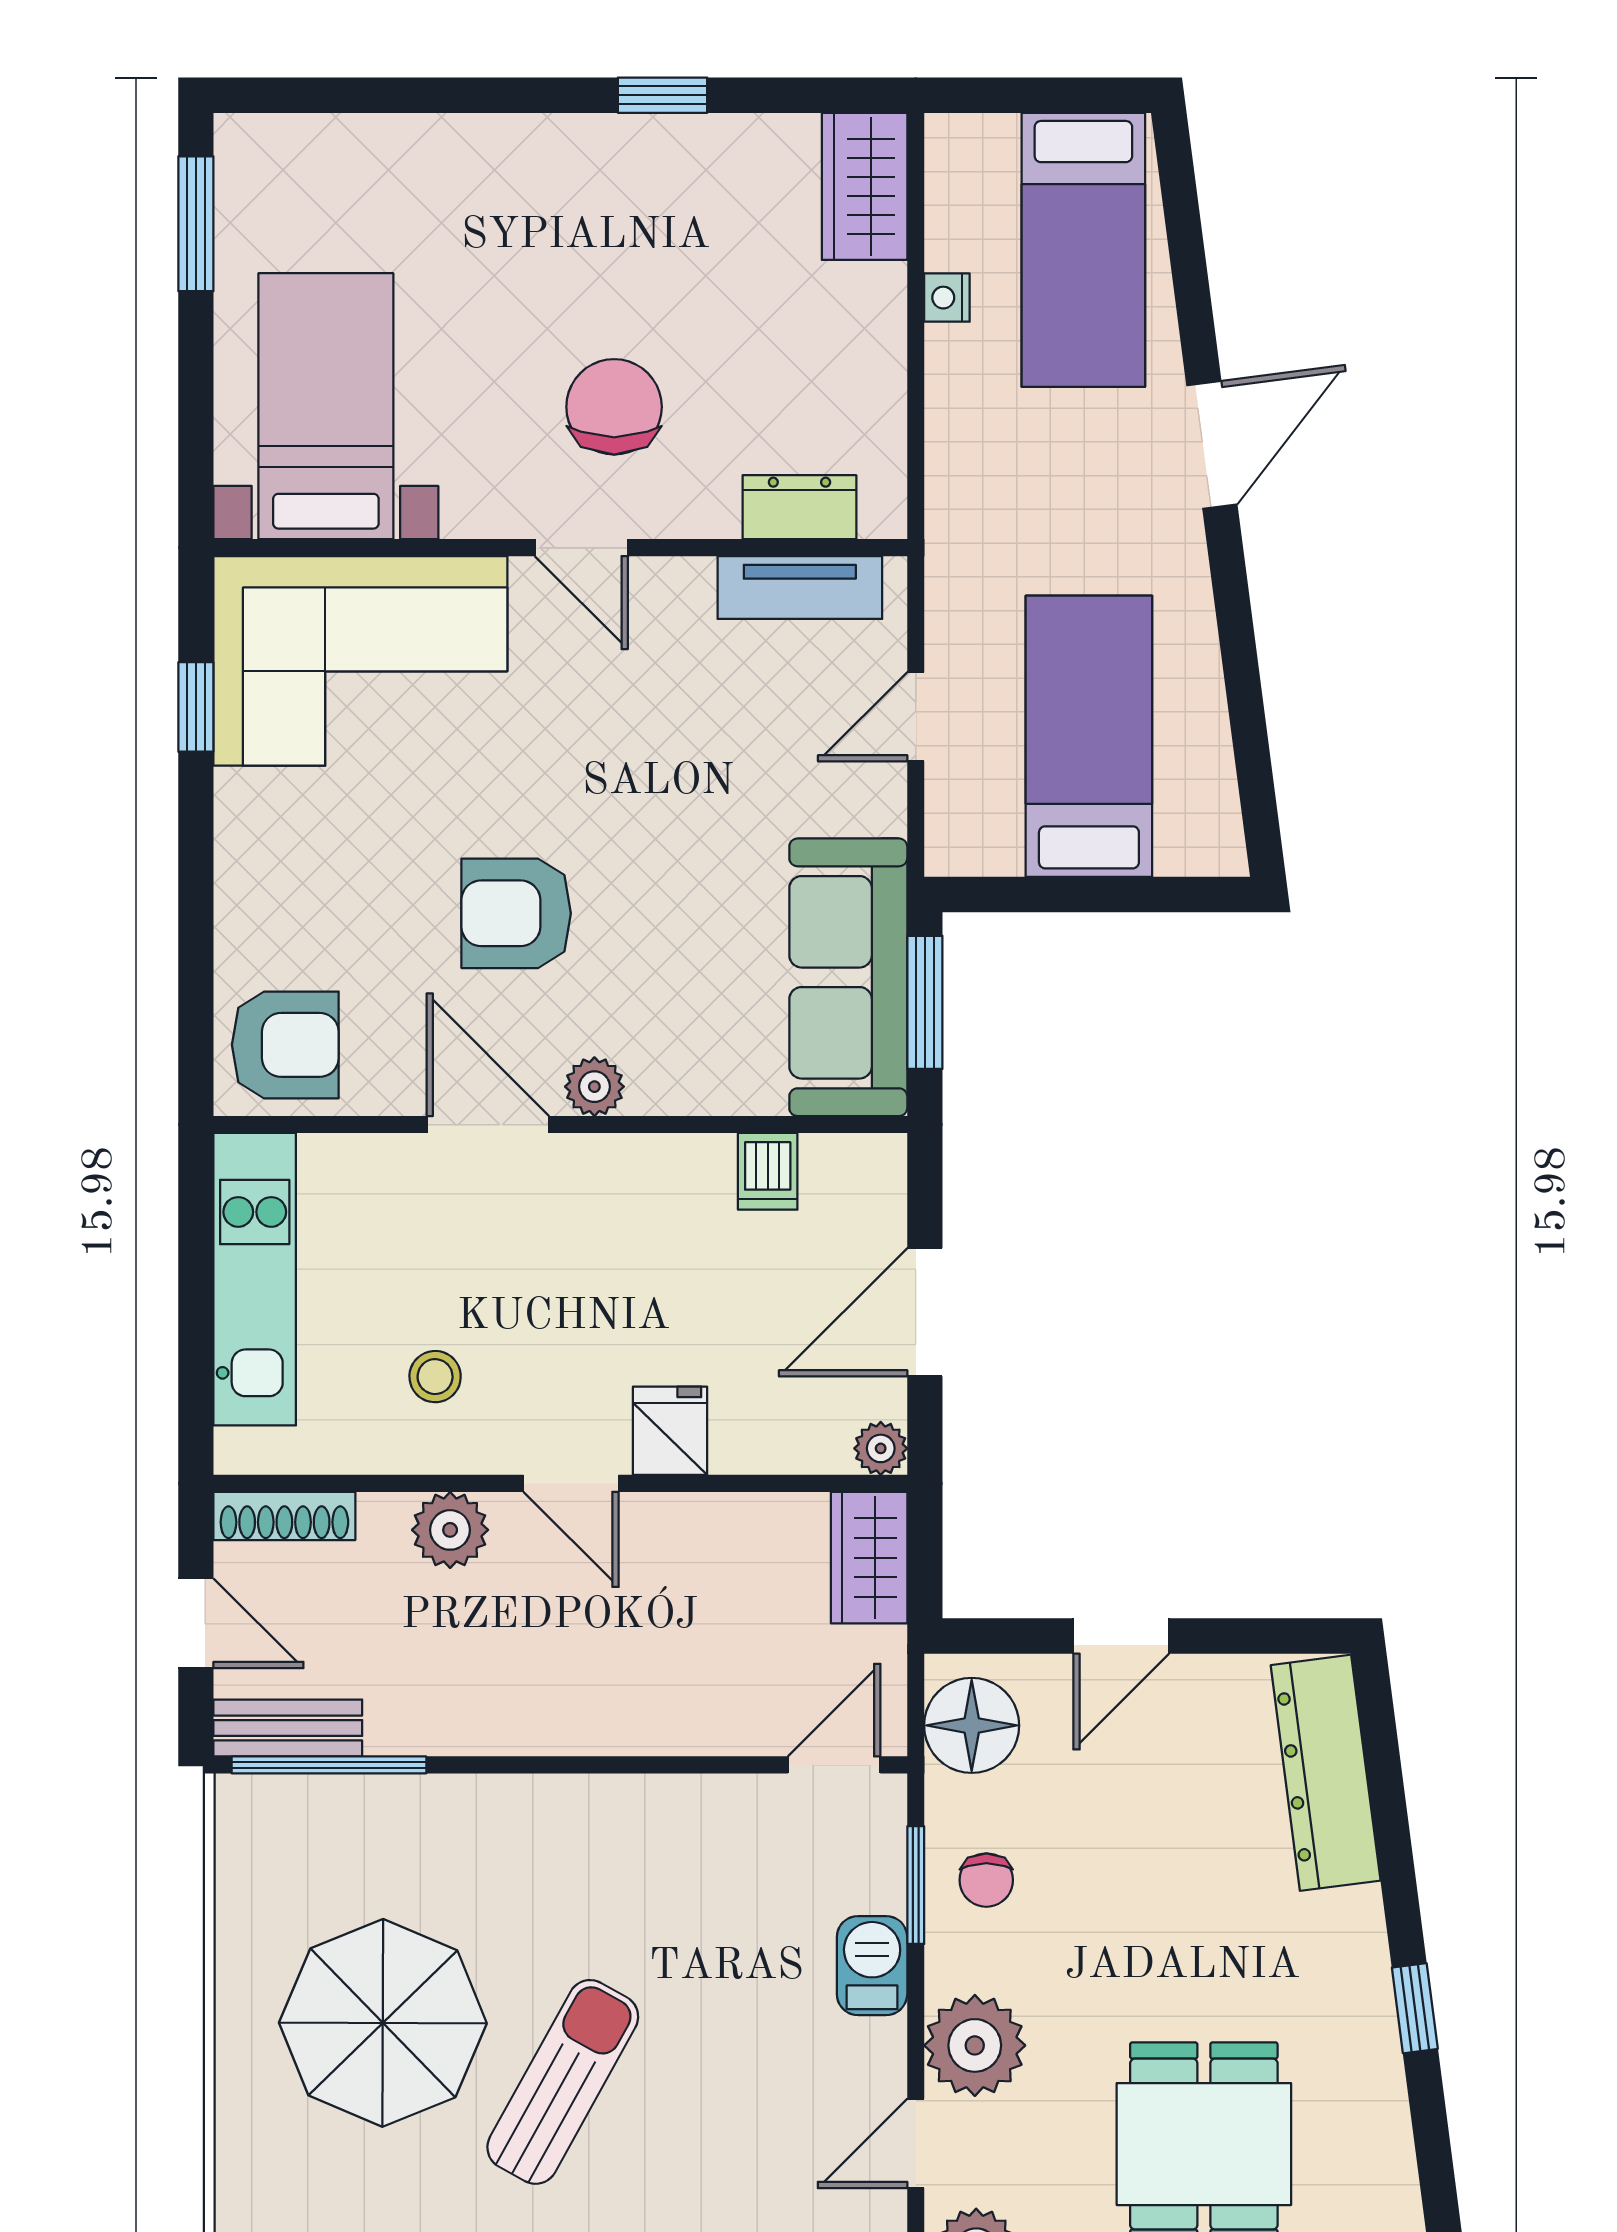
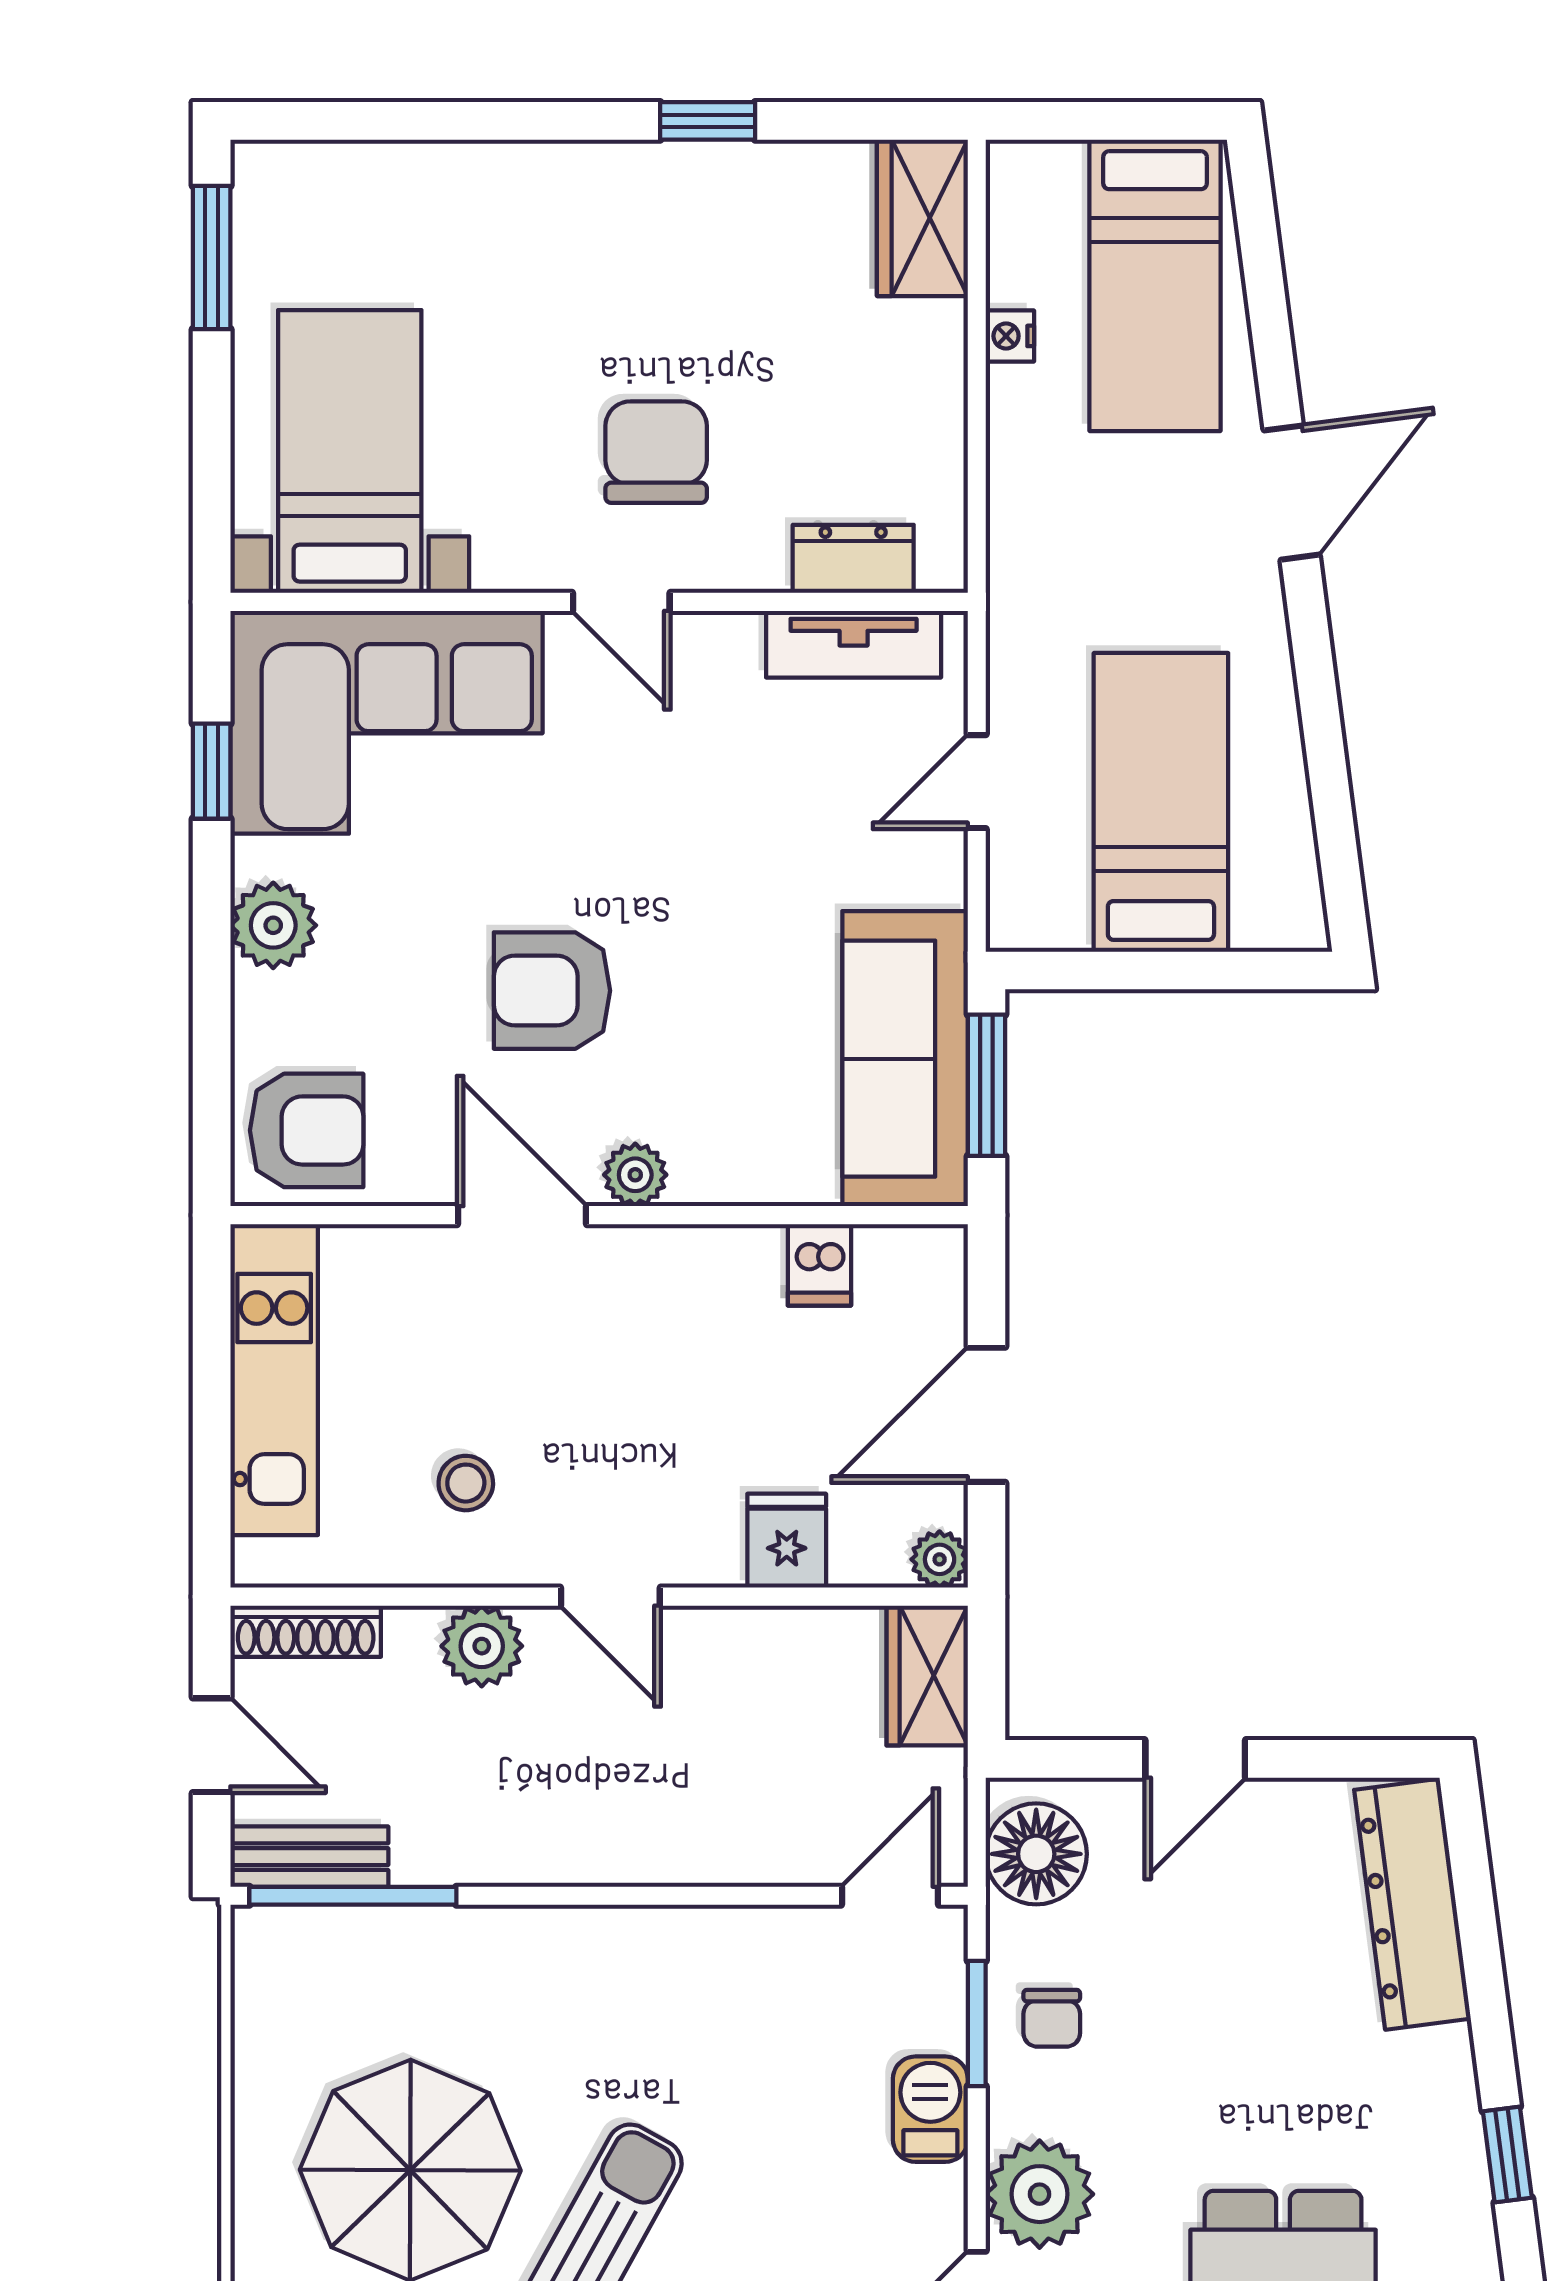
plant: (254, 852) -> (273, 925), added
fridge: (670, 1431) -> (787, 1541), moved

